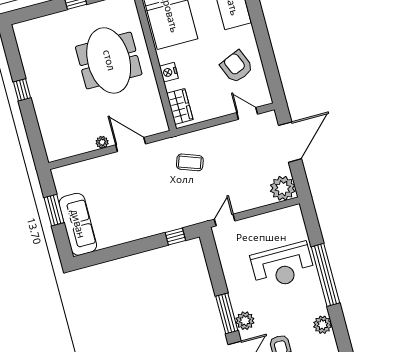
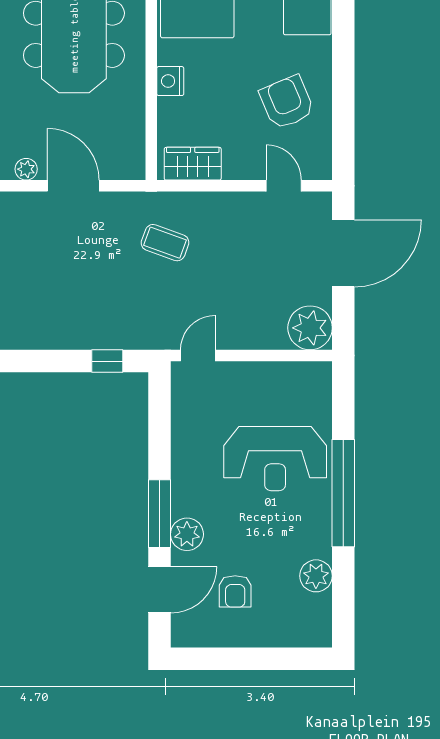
wardrobe: (180, 106) -> (193, 164), moved, turned -90

